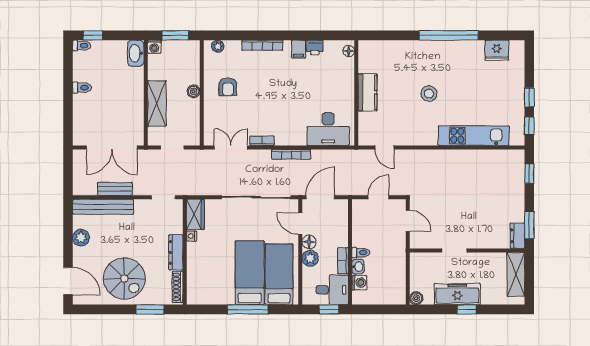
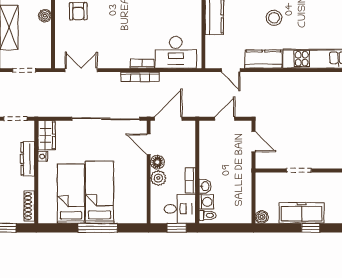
kitchen counter: (418, 136) -> (263, 59), added
bookcase: (262, 141) -> (142, 64), moved
dresser: (176, 252) -> (28, 159), moved
toilet: (361, 253) -> (208, 215), moved
bed: (279, 274) -> (71, 194), moved

